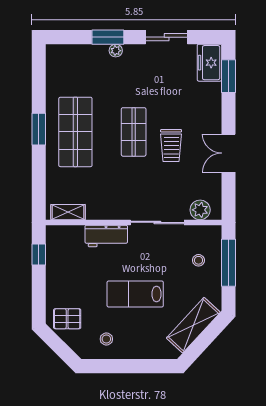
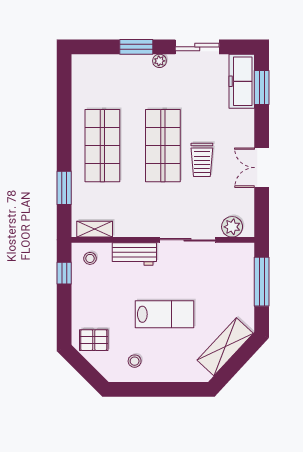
plant: (116, 51) -> (159, 61), moved
freezer: (209, 63) -> (242, 81), width x1.40
window: (39, 129) -> (64, 188), moved
shop shelf: (134, 132) -> (163, 146), width x1.43, depth x1.36
stool: (198, 260) -> (90, 258), moved
lab bench: (135, 294) -> (165, 314), turned 180

